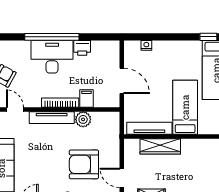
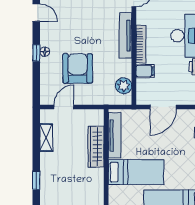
plant: (83, 119) -> (124, 86), moved

